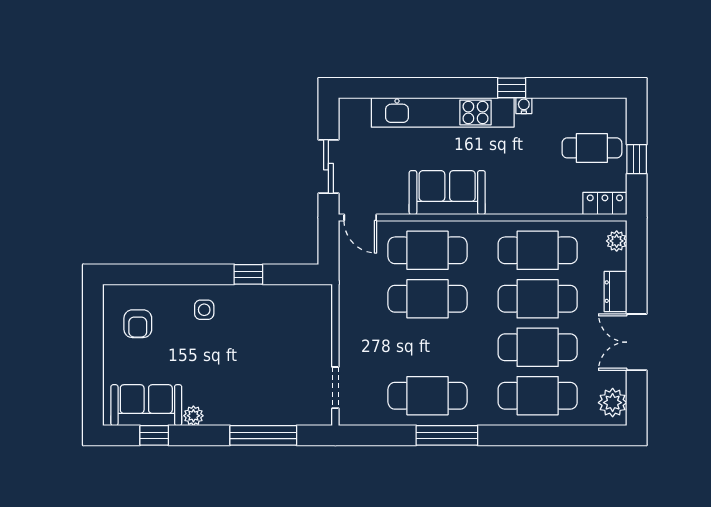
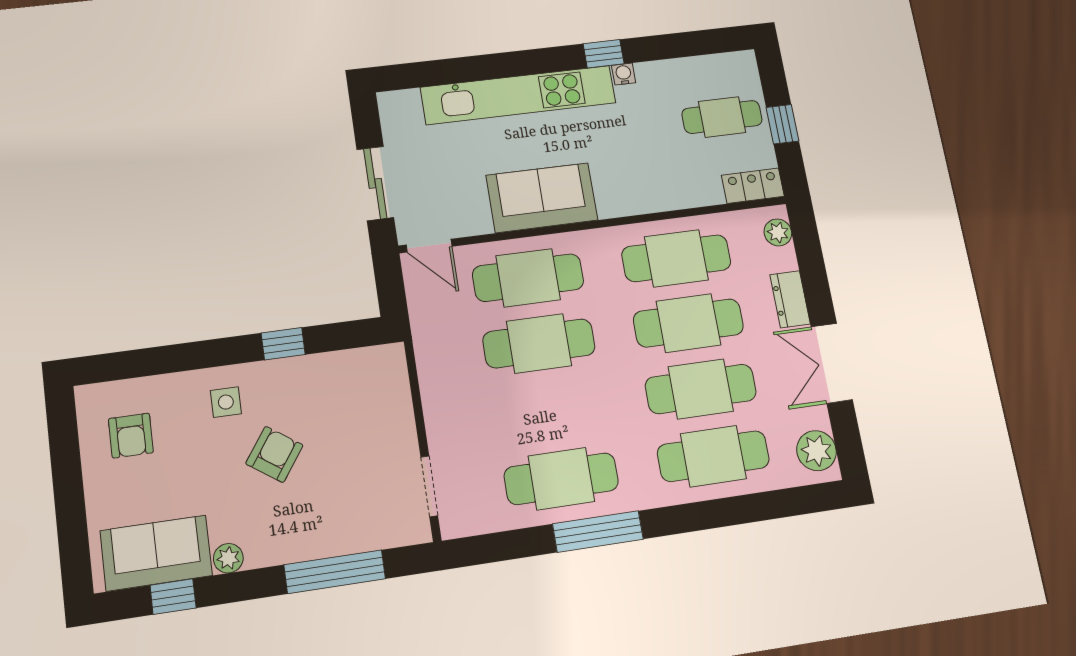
armchair: (233, 350) -> (274, 454), added

